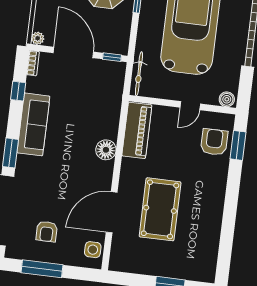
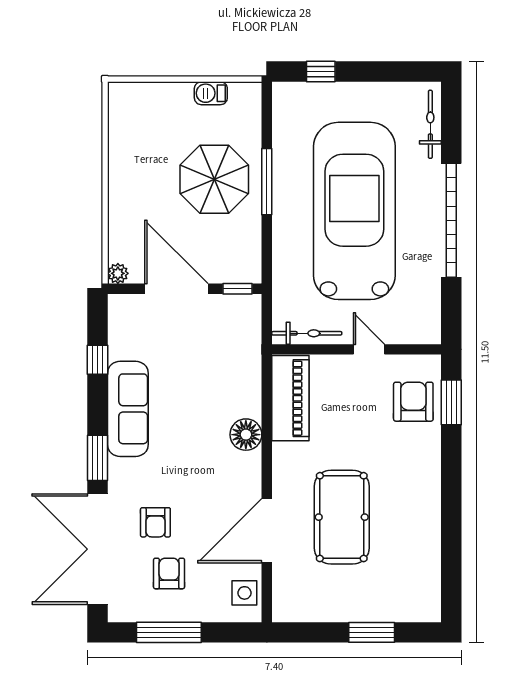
bookcase: (33, 63) -> (115, 313), removed
bicycle: (139, 74) -> (307, 333), moved, turned -90
boiler: (227, 99) -> (425, 333), removed
door: (190, 106) -> (369, 349), swing flipped
armchair: (42, 198) -> (155, 522), added
armchair: (47, 232) -> (169, 573), turned 180

